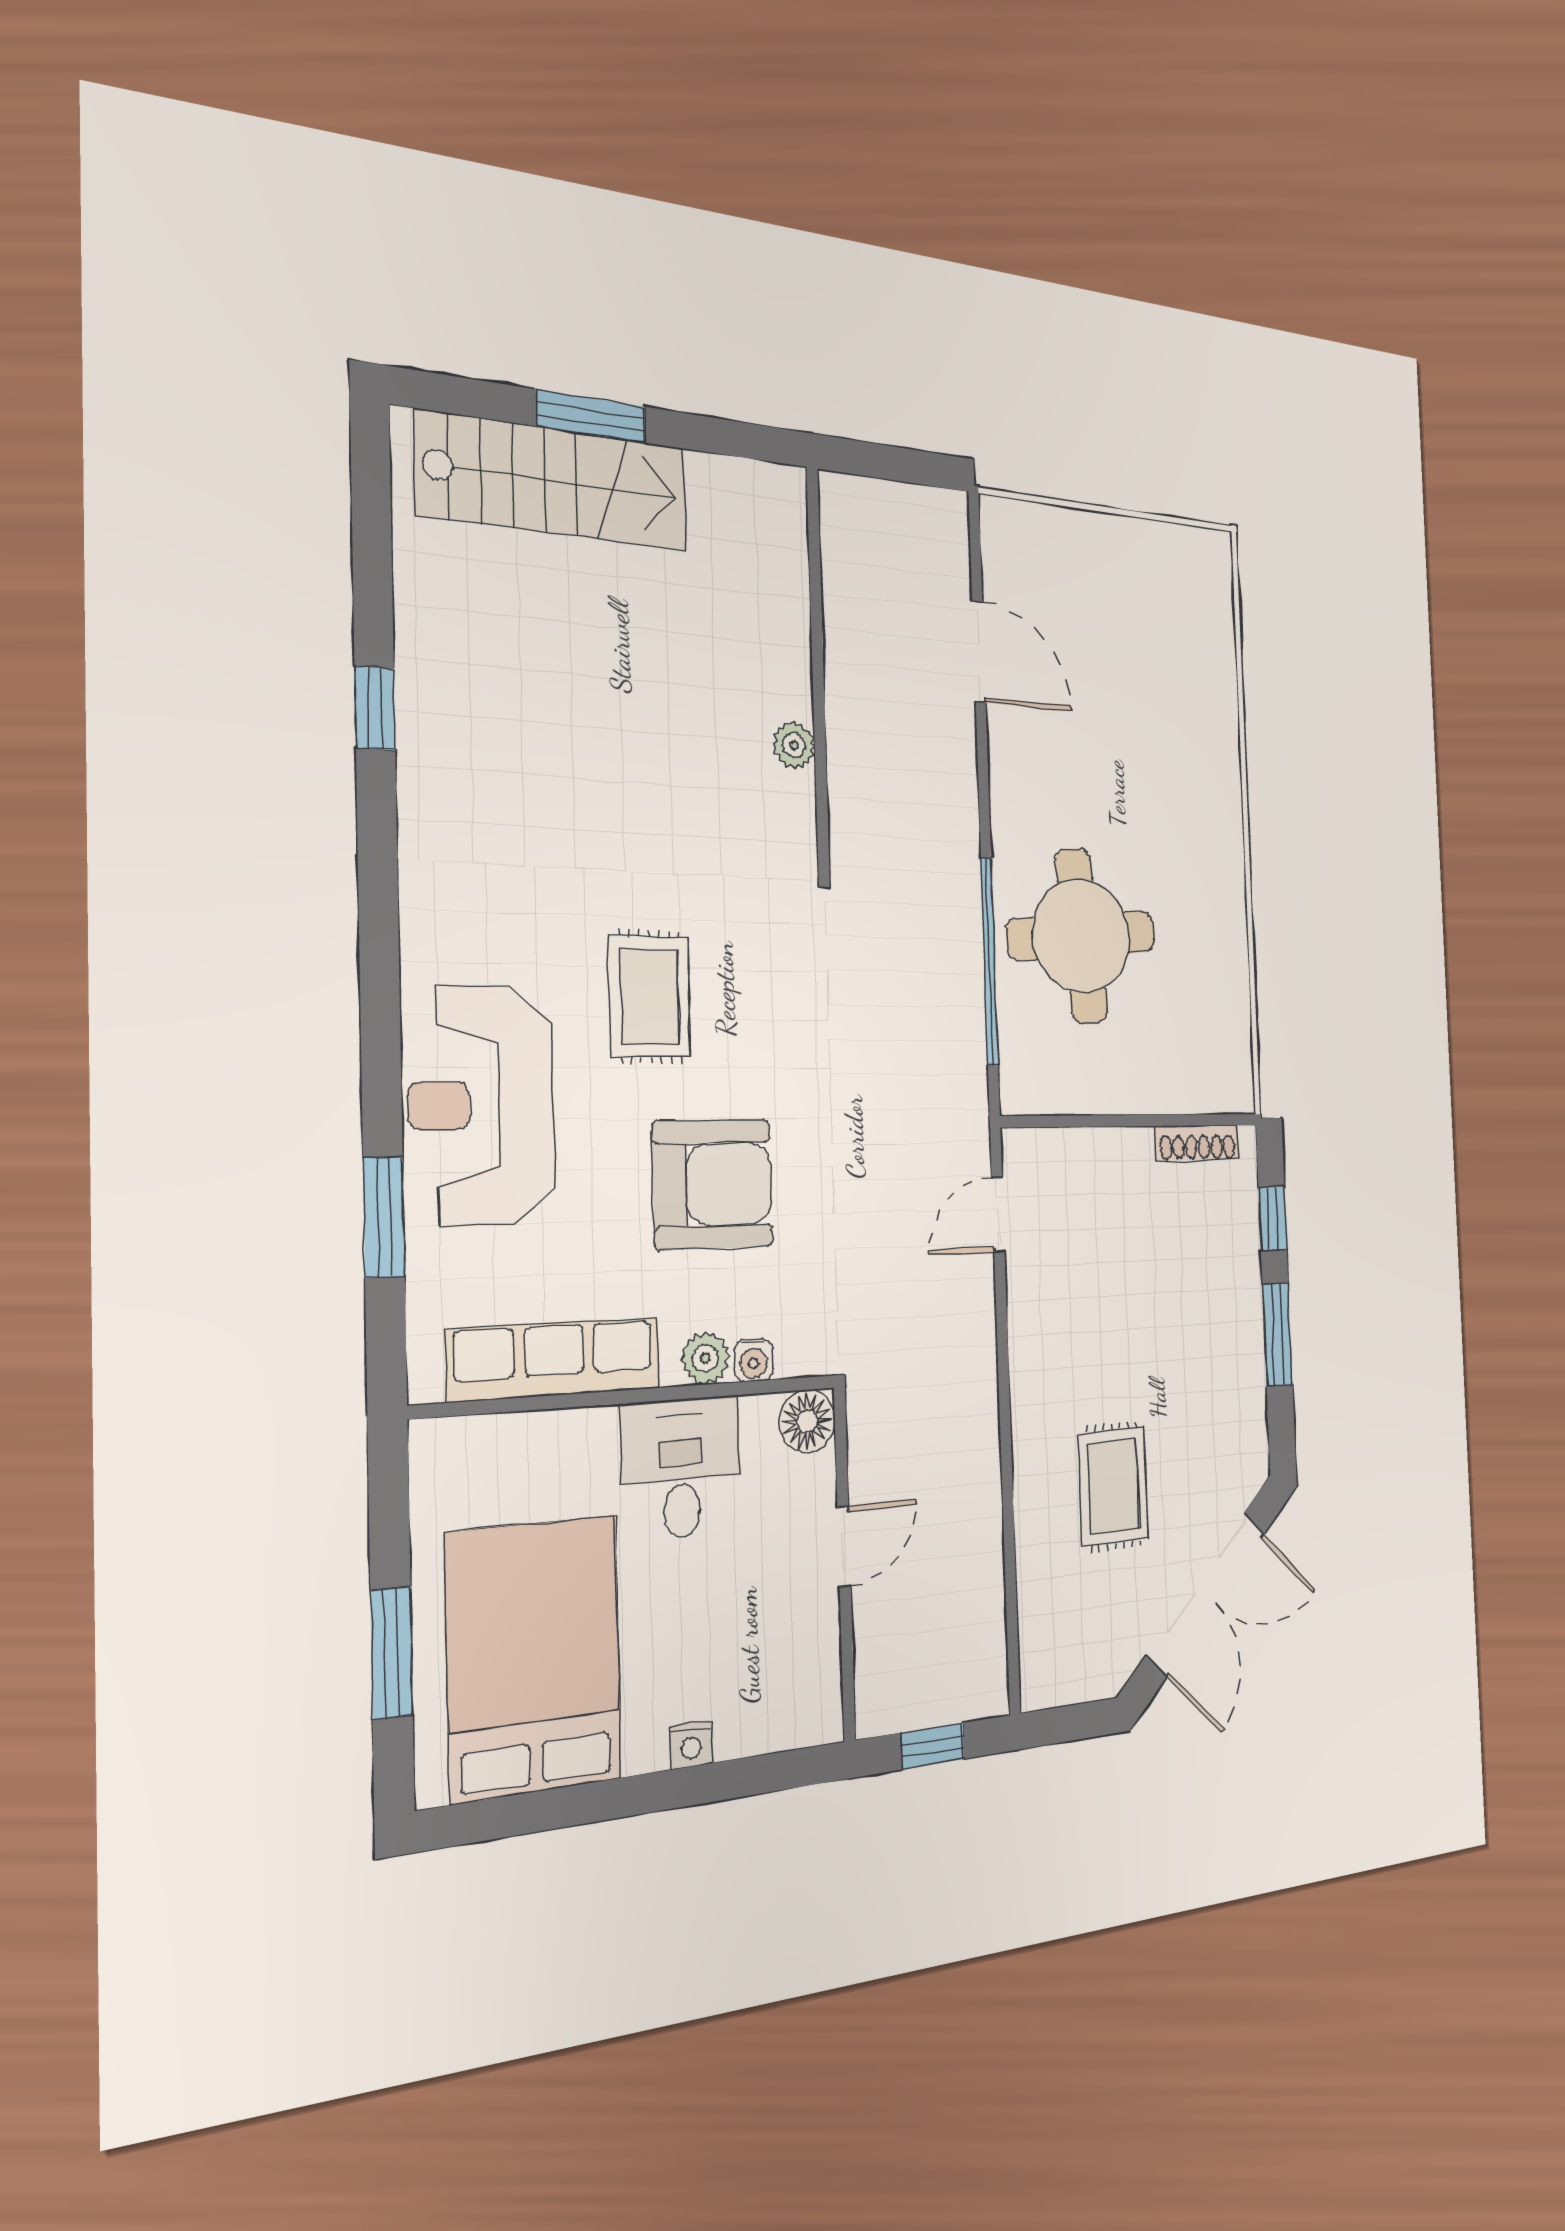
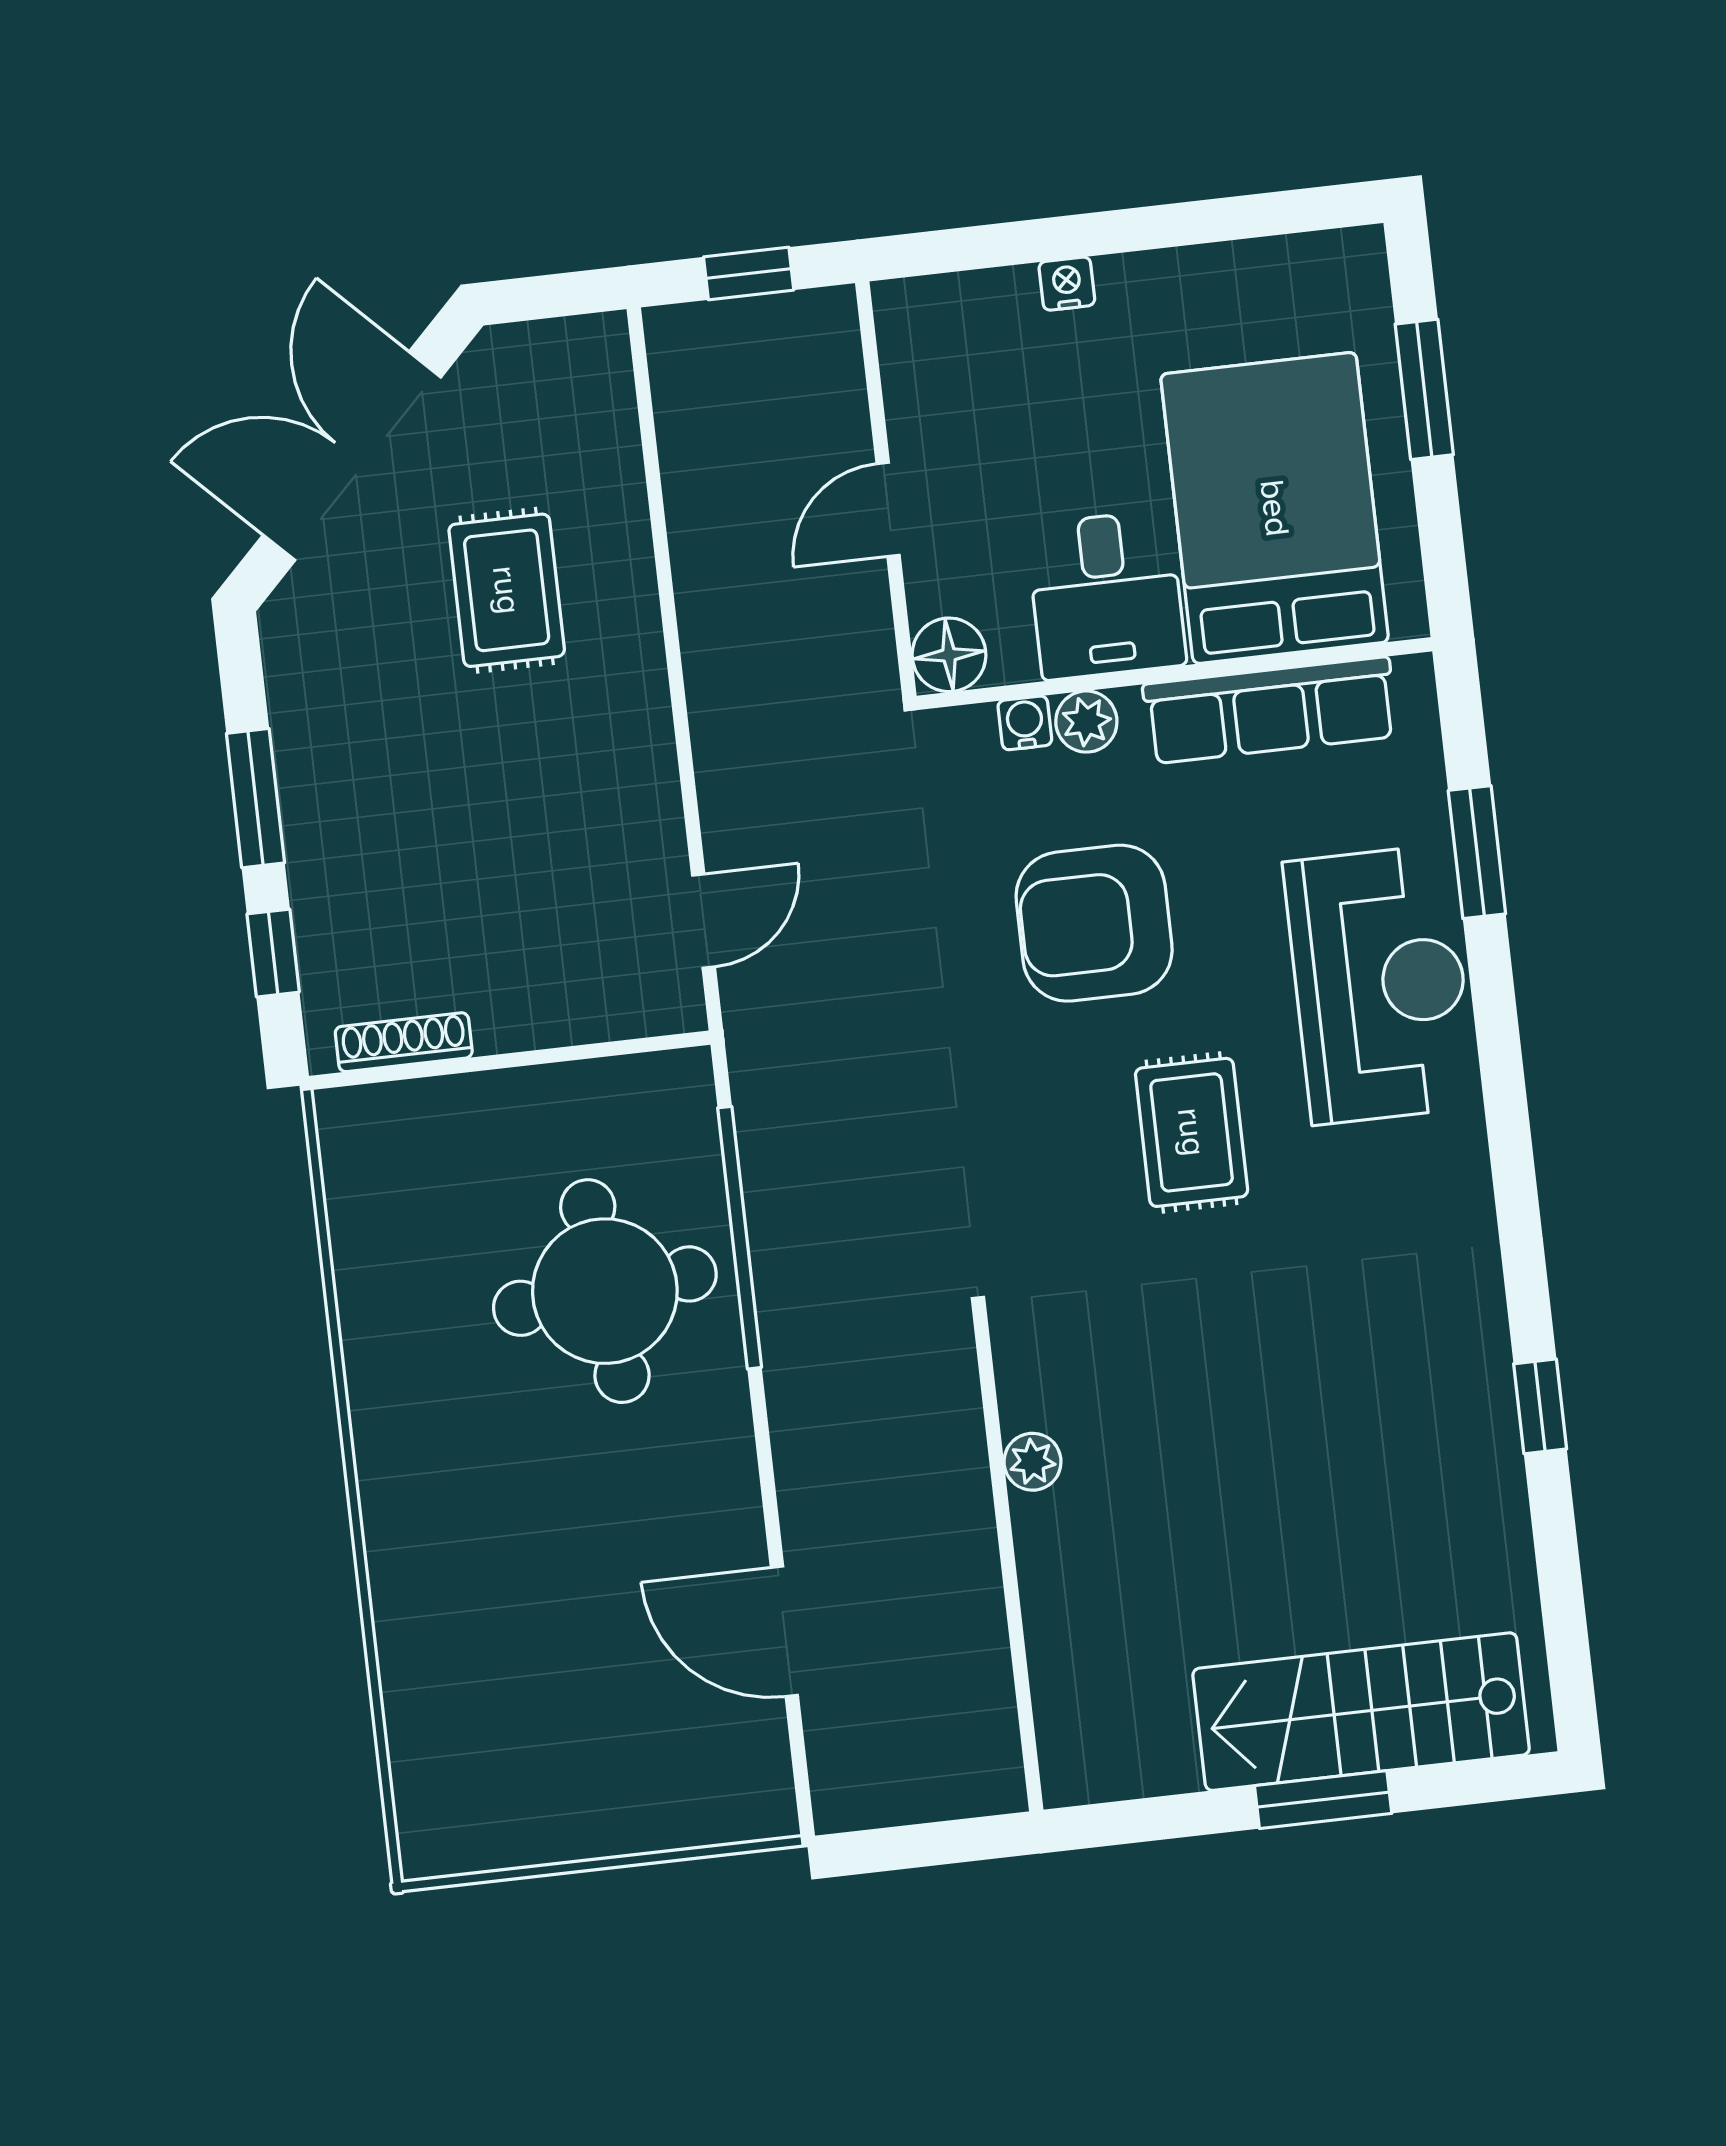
bed: (534, 1657) -> (1275, 508), moved, turned 180

